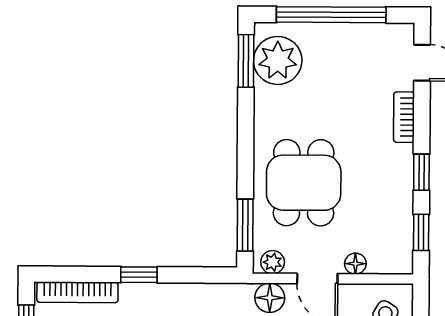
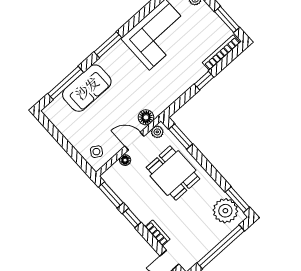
window: (421, 232) -> (111, 195), width x1.50

